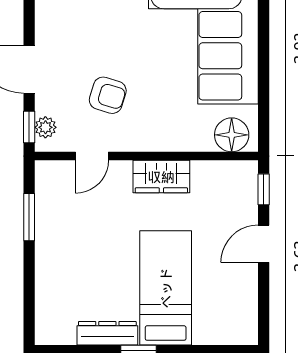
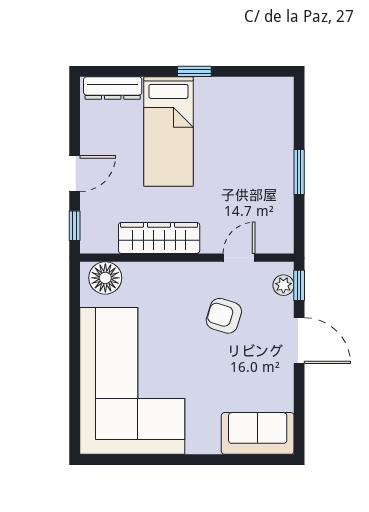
wardrobe: (161, 177) -> (159, 238), width x1.50
window: (29, 217) -> (299, 172), moved
dresser: (107, 333) -> (113, 88), moved

